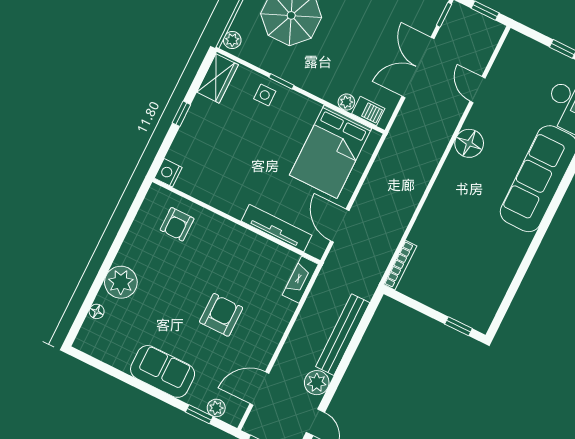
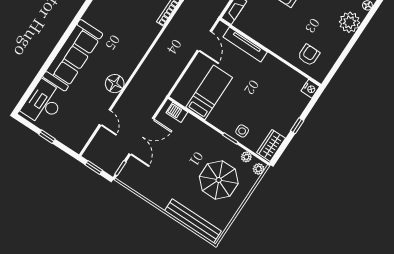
plant: (346, 102) -> (246, 157), moved
bed: (331, 152) -> (209, 92), width x0.67

